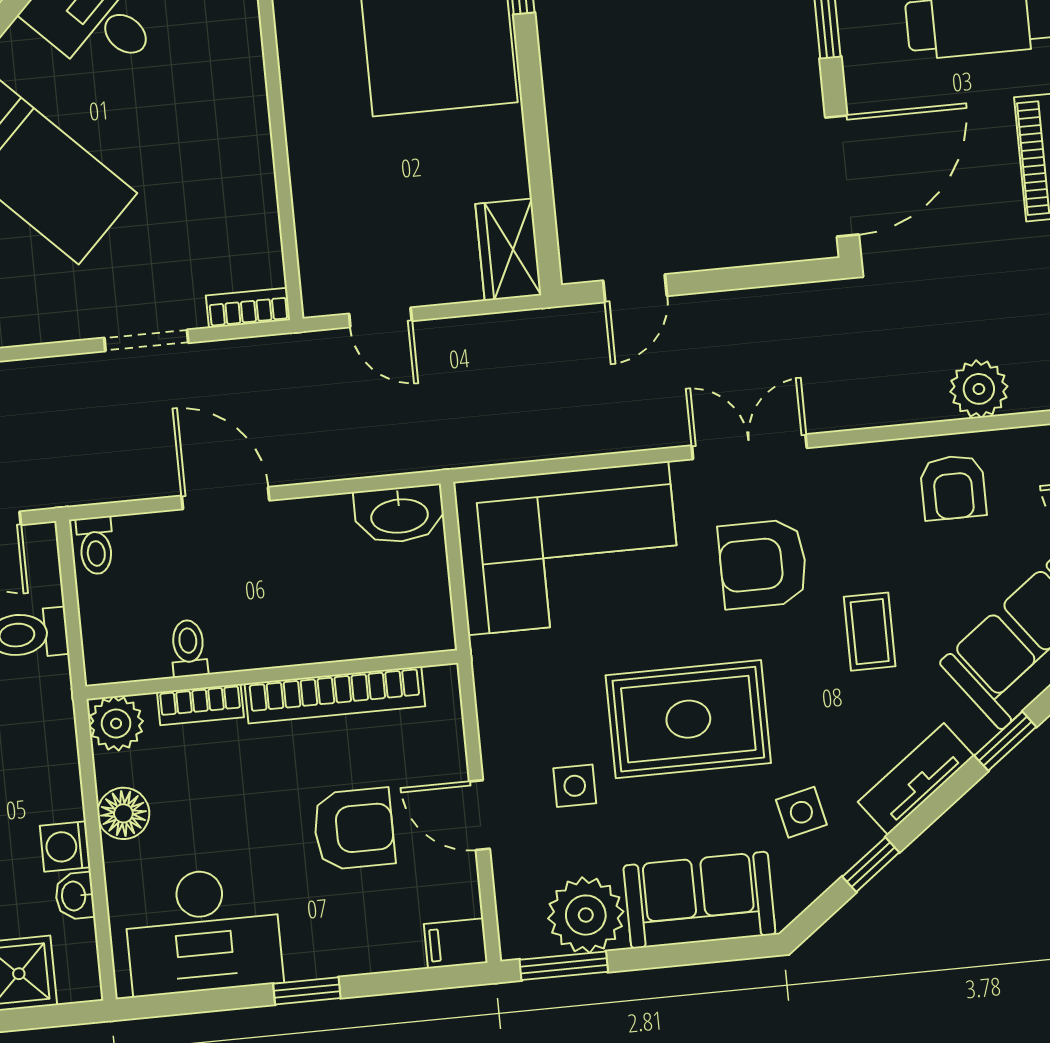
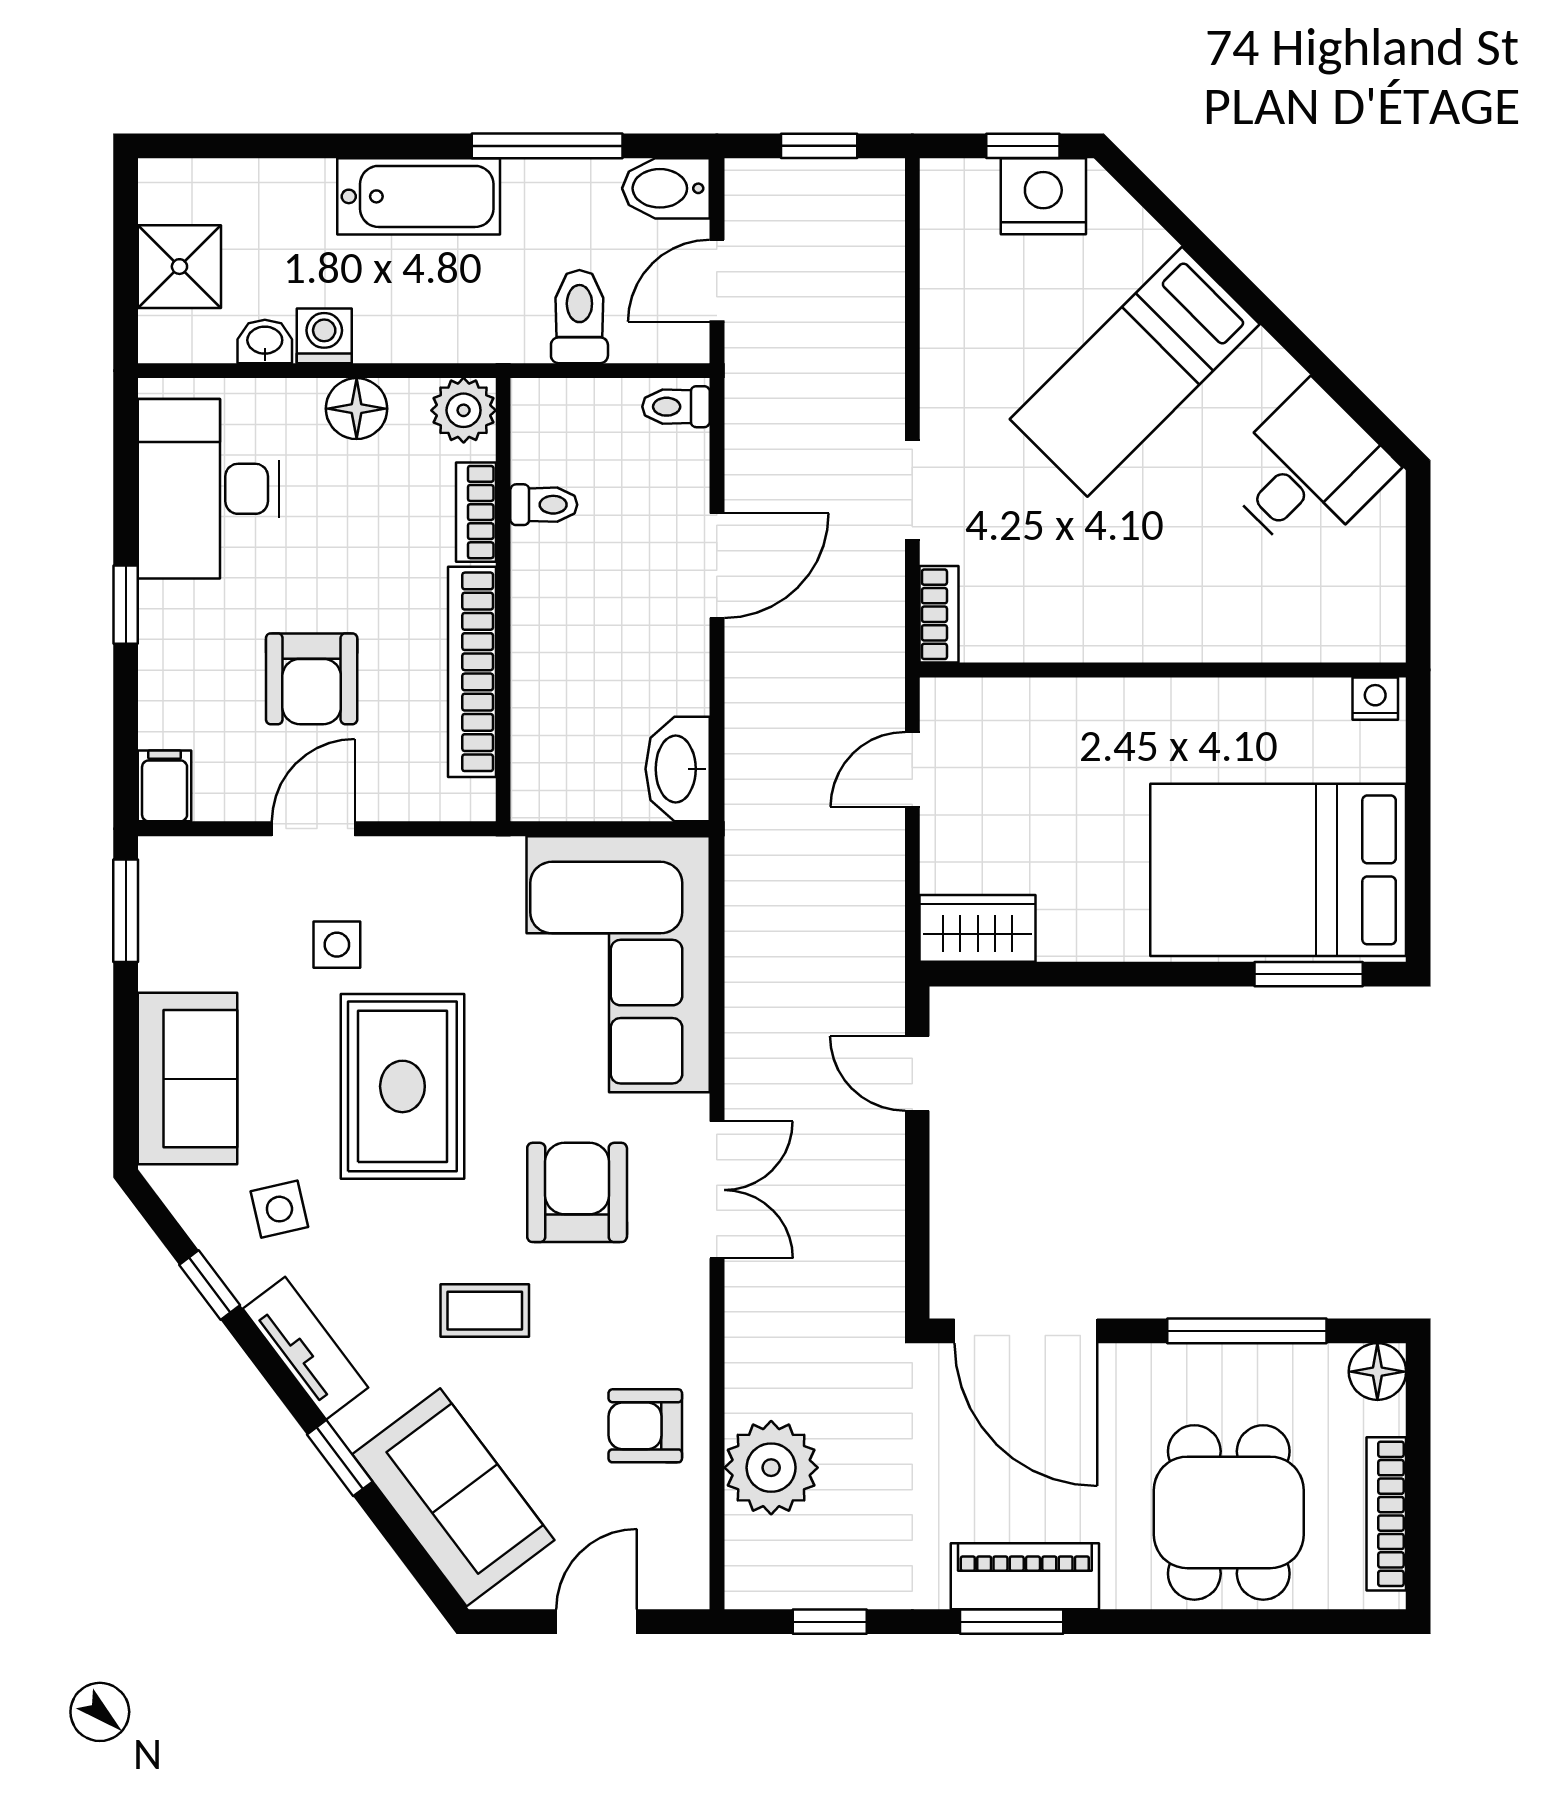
plant: (979, 389) -> (771, 1468), width x1.36, depth x1.36
plant: (586, 915) -> (183, 943), removed

